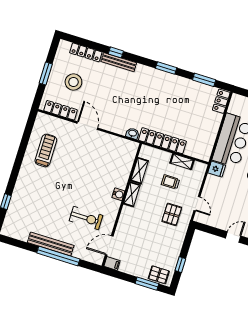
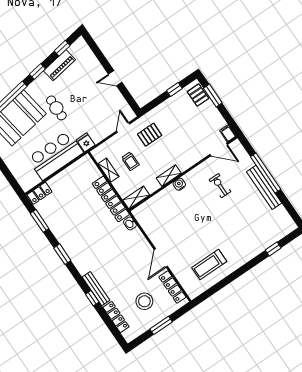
shelving: (139, 171) -> (136, 198), moved
exercise bike: (86, 218) -> (220, 186), width x0.73, depth x0.72

